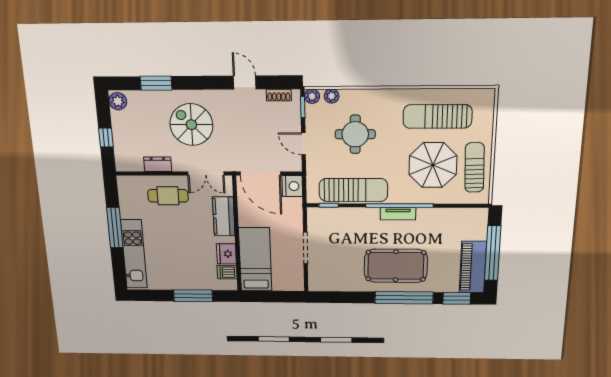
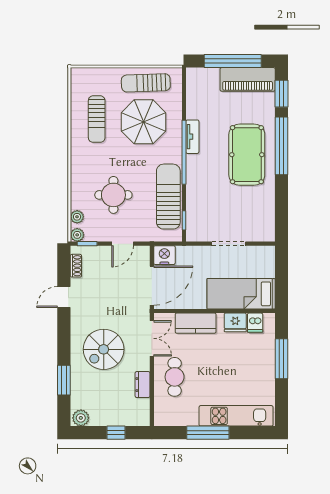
sun lounger: (437, 116) -> (97, 119), width x0.73, depth x0.75
tv unit: (398, 214) -> (192, 137), moved

